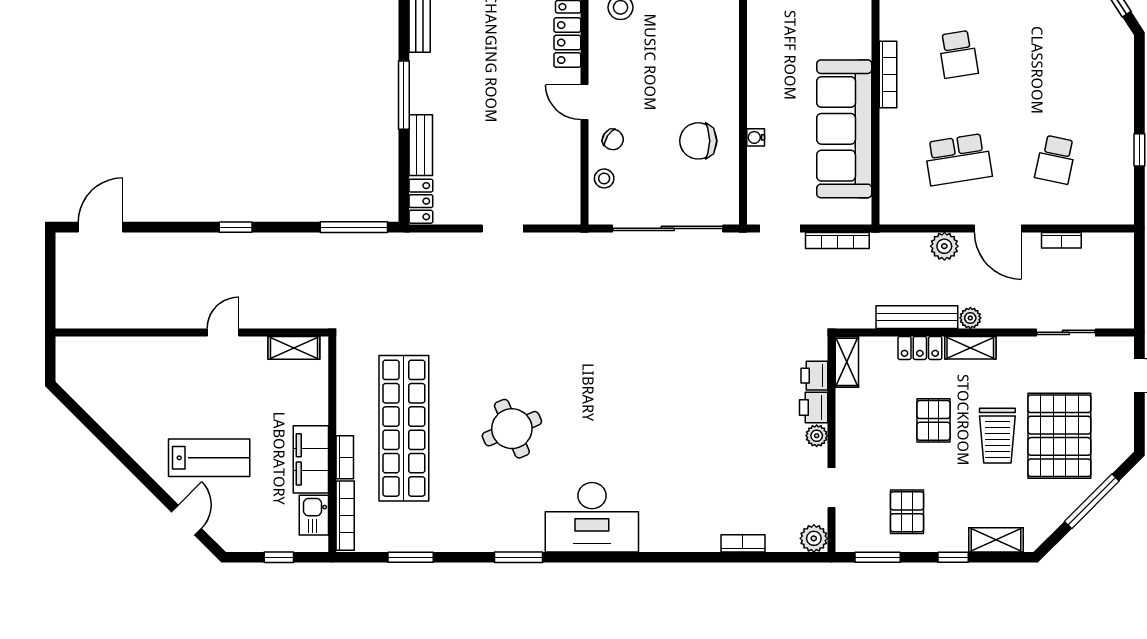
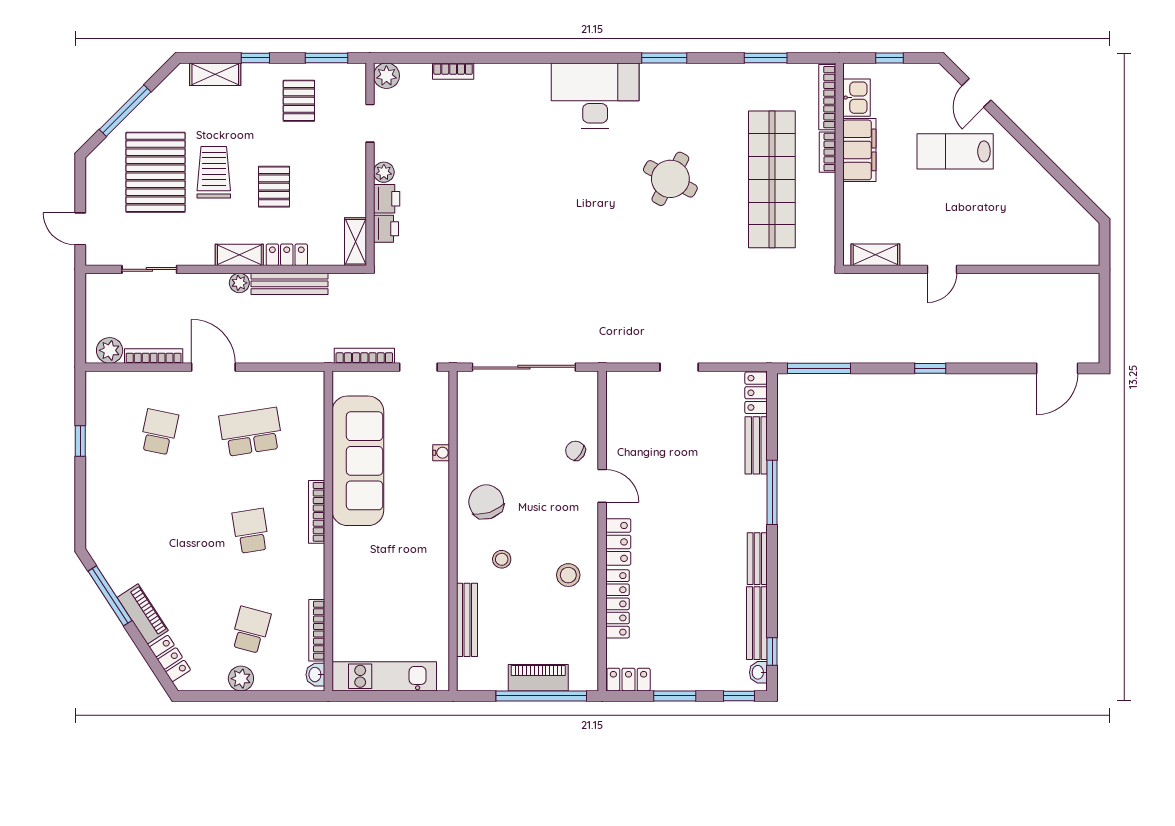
chair: (698, 141) -> (486, 502), moved, turned -108
stool: (604, 178) -> (502, 559), moved
bookcase: (1061, 240) -> (154, 356), width x1.56
plant: (944, 246) -> (110, 350), moved
round table: (512, 429) -> (670, 179), turned -38

